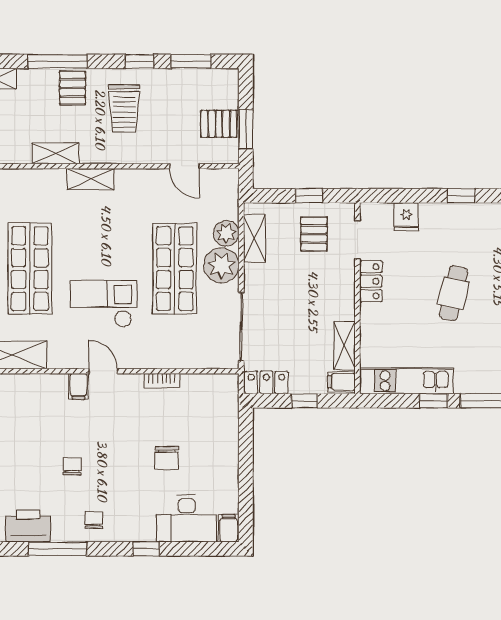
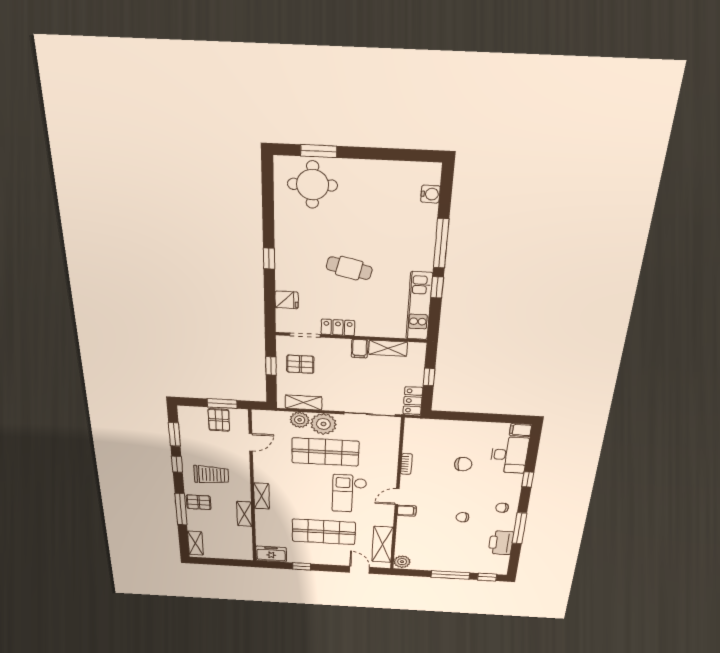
filing cabinet: (342, 382) -> (360, 349), moved

